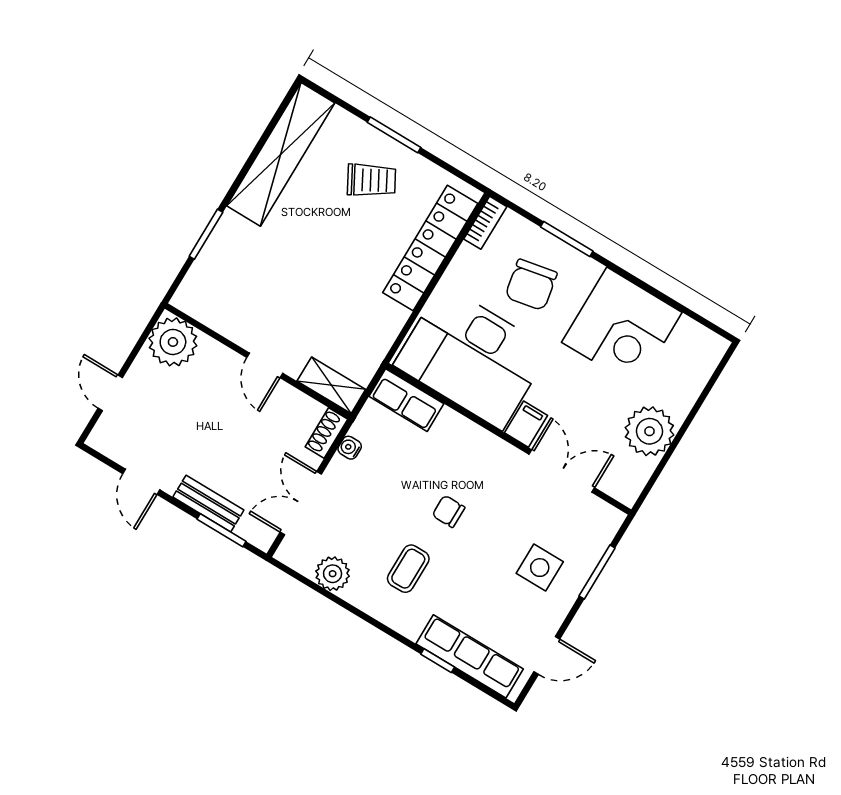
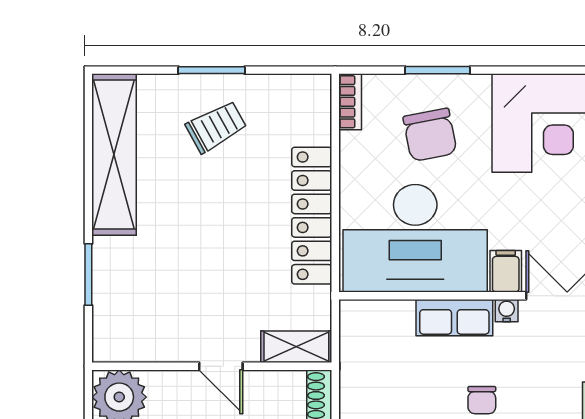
locker: (430, 248) -> (312, 216), moved
row of seats: (406, 400) -> (454, 318), moved
water cooler: (350, 448) -> (507, 311), moved, turned 90
chair: (449, 511) -> (482, 400), turned -90

